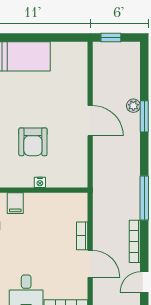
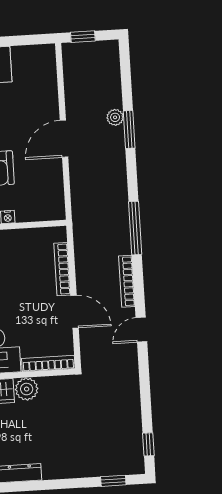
door: (90, 121) -> (64, 139), swing flipped
bookcase: (82, 236) -> (62, 269), width x1.56

